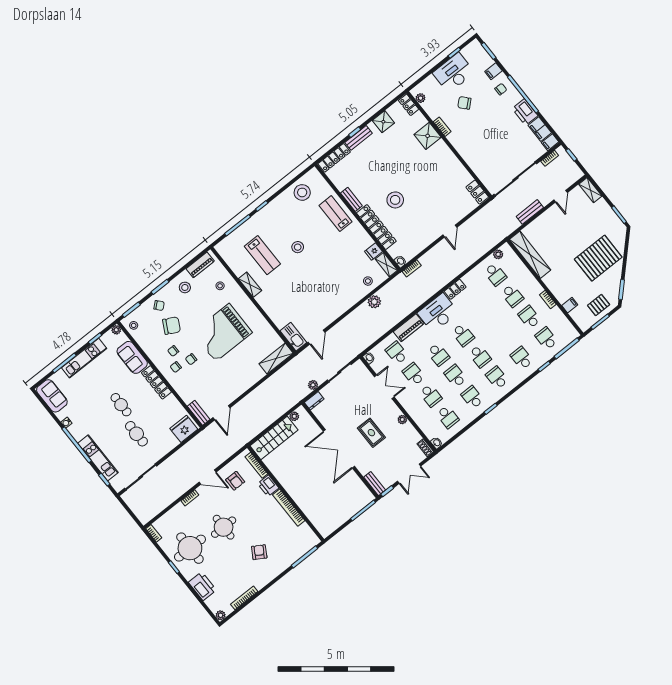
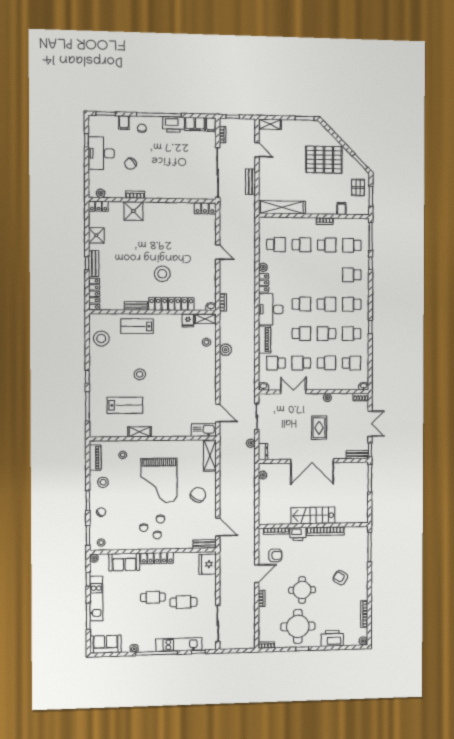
plant: (498, 254) -> (263, 267), moved
pallet: (598, 258) -> (324, 160), turned 90
school desk: (529, 317) -> (327, 245), turned 180
chair: (172, 326) -> (198, 495), moved
rug: (371, 433) -> (319, 428), turned 90
stairs: (274, 438) -> (313, 515), moved, turned -90

